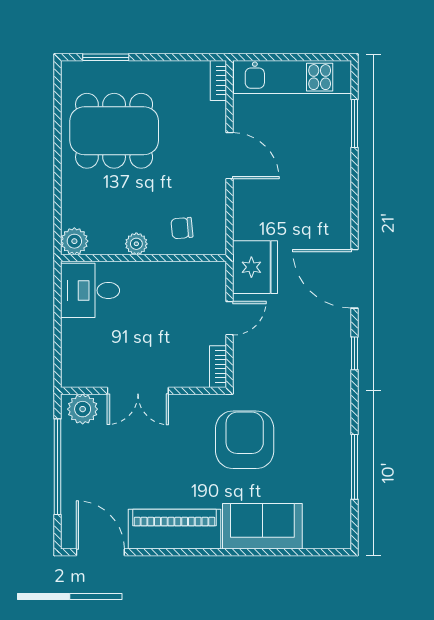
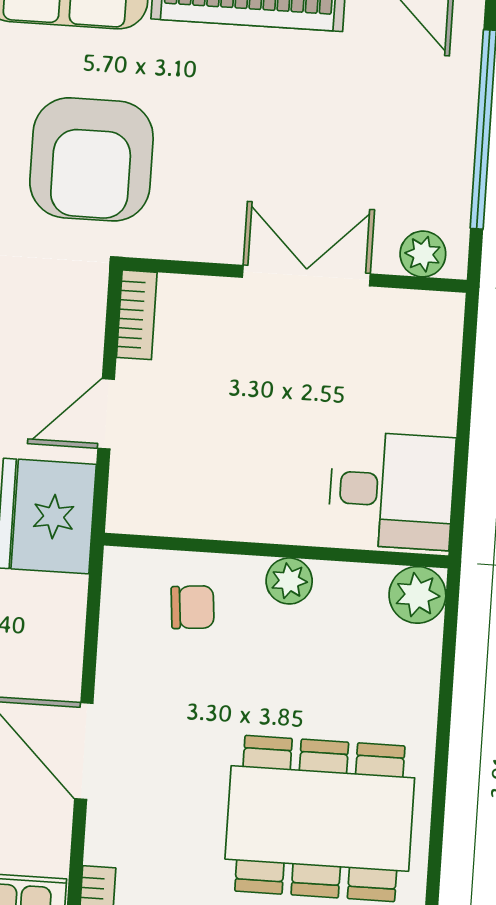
plant: (83, 409) -> (423, 254), width x0.73, depth x0.73

